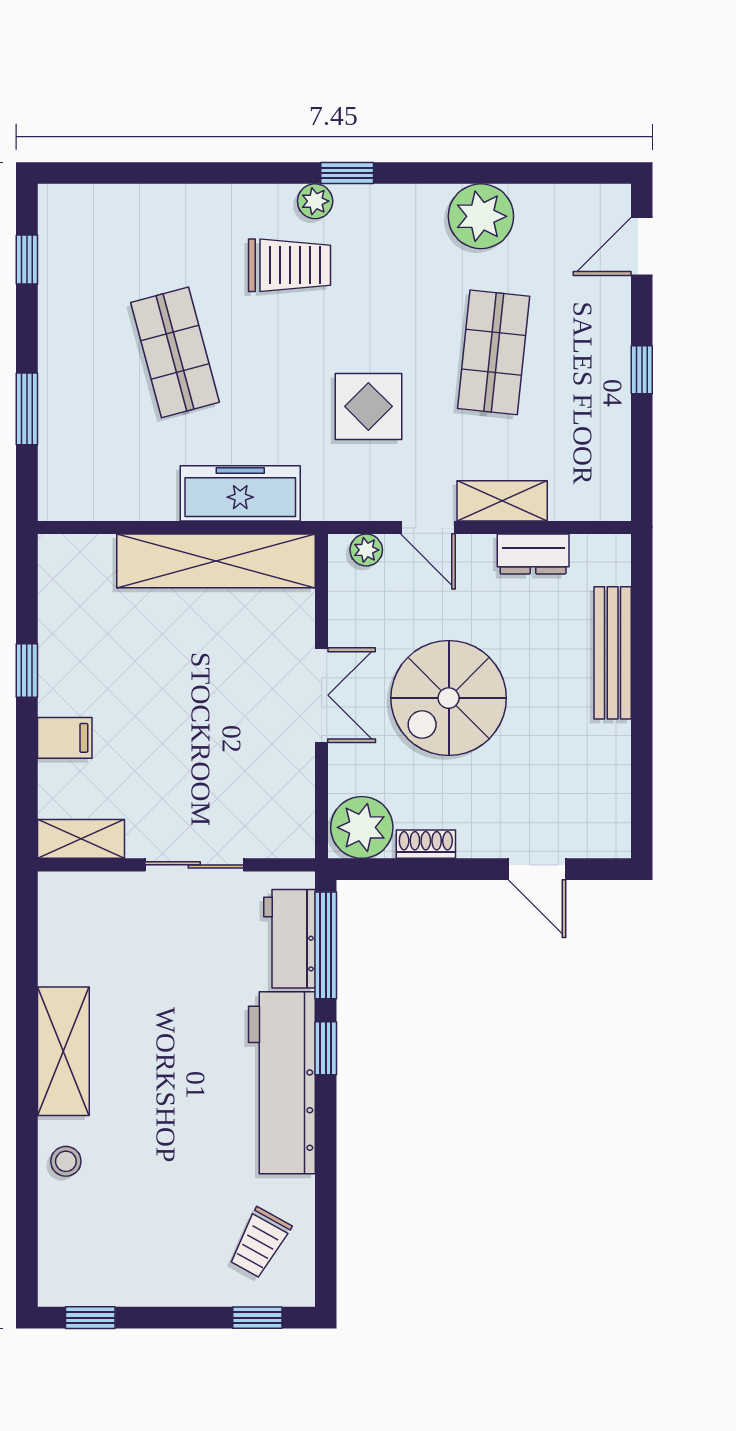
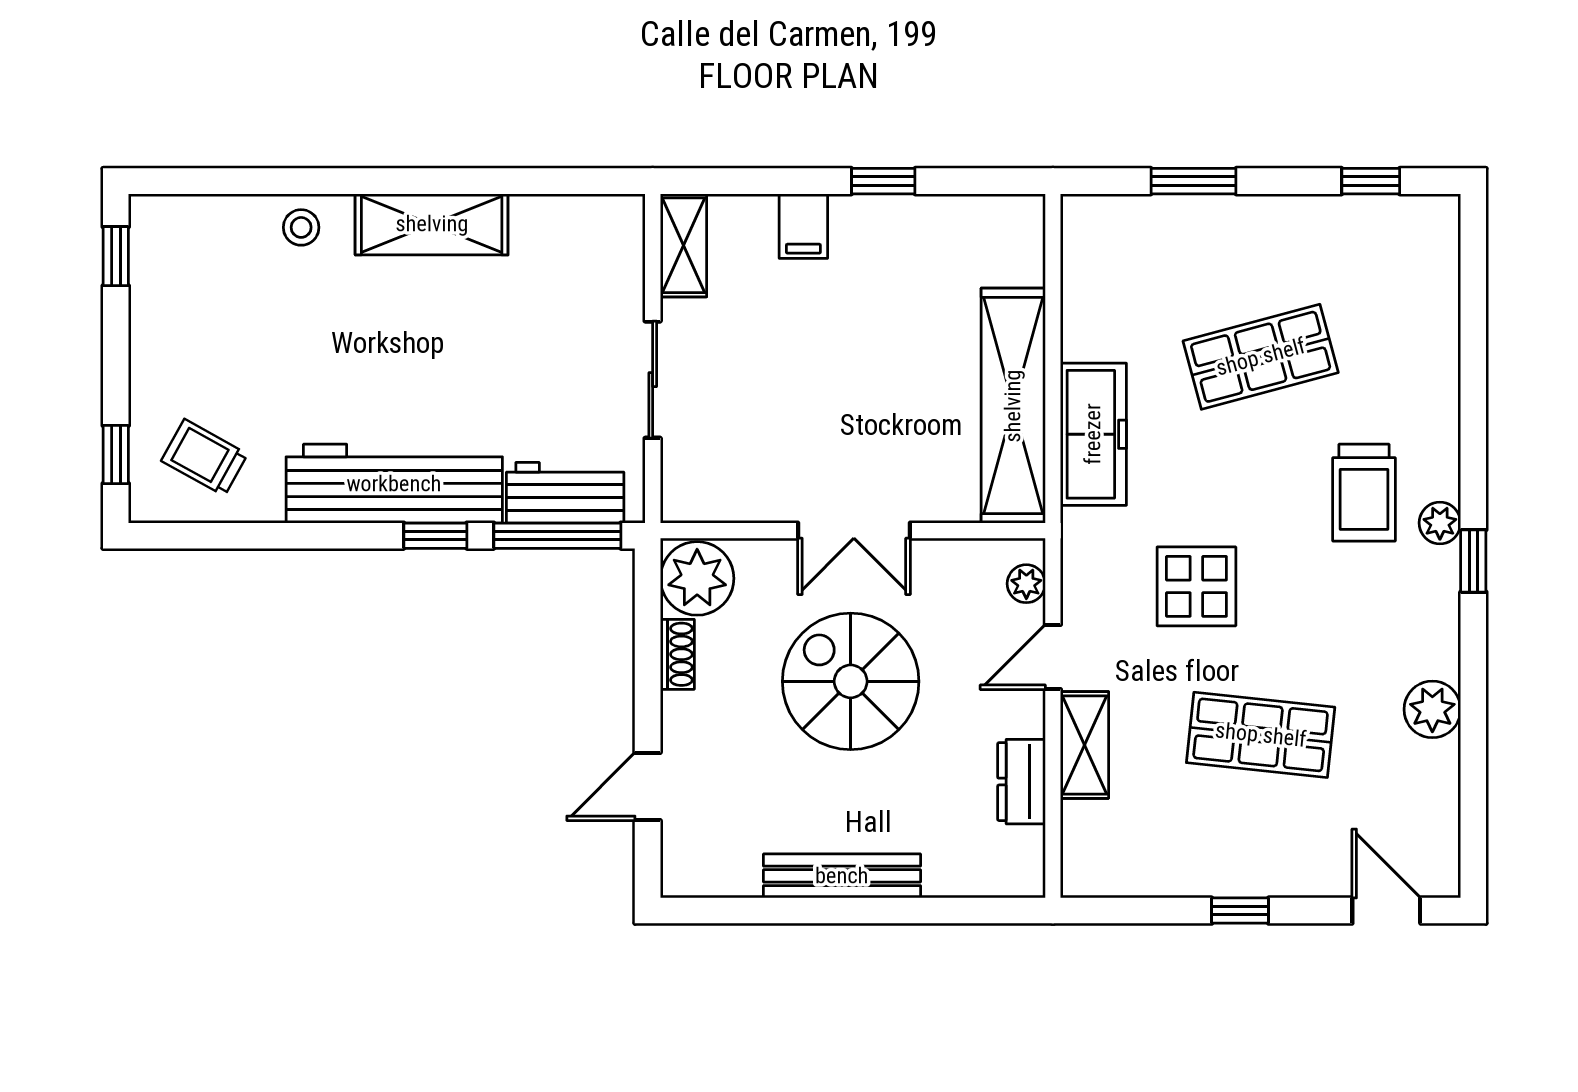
plant: (481, 216) -> (1432, 709), width x0.73, depth x0.73
bench: (613, 653) -> (842, 876), moved

